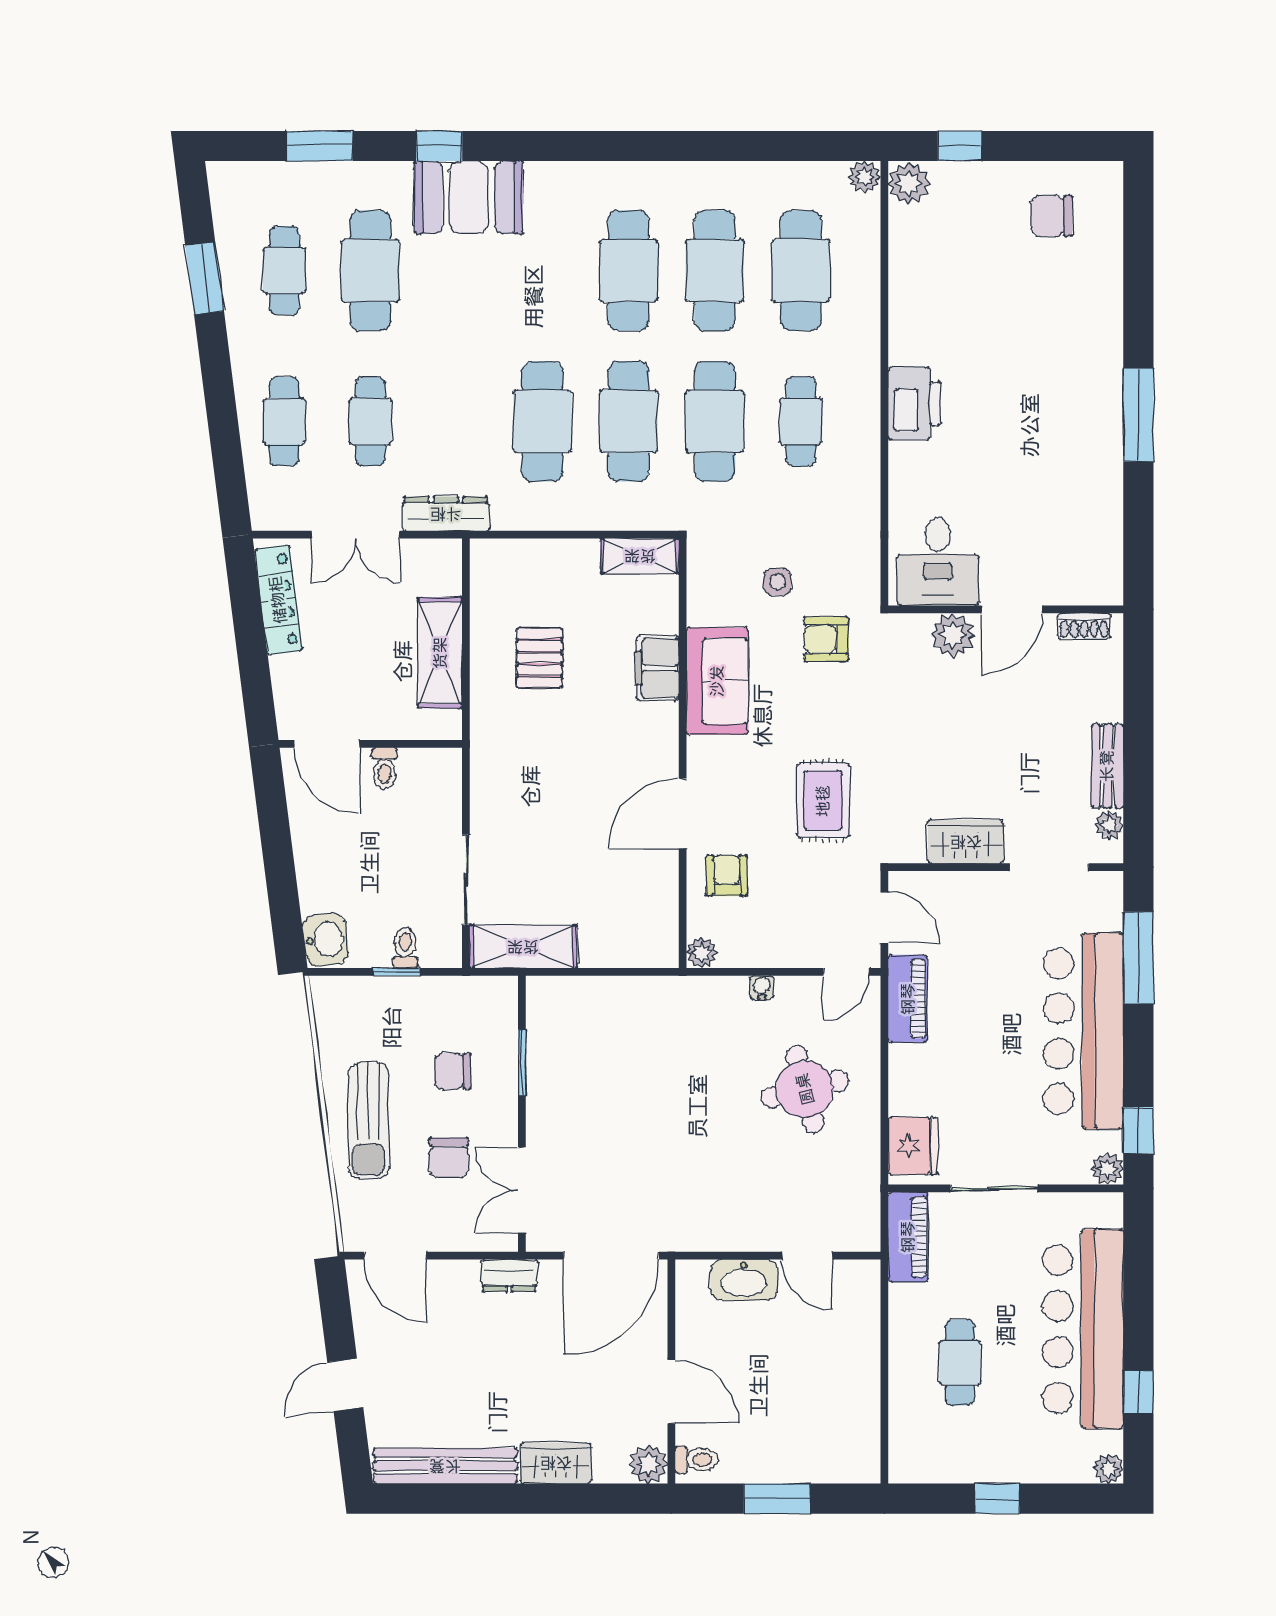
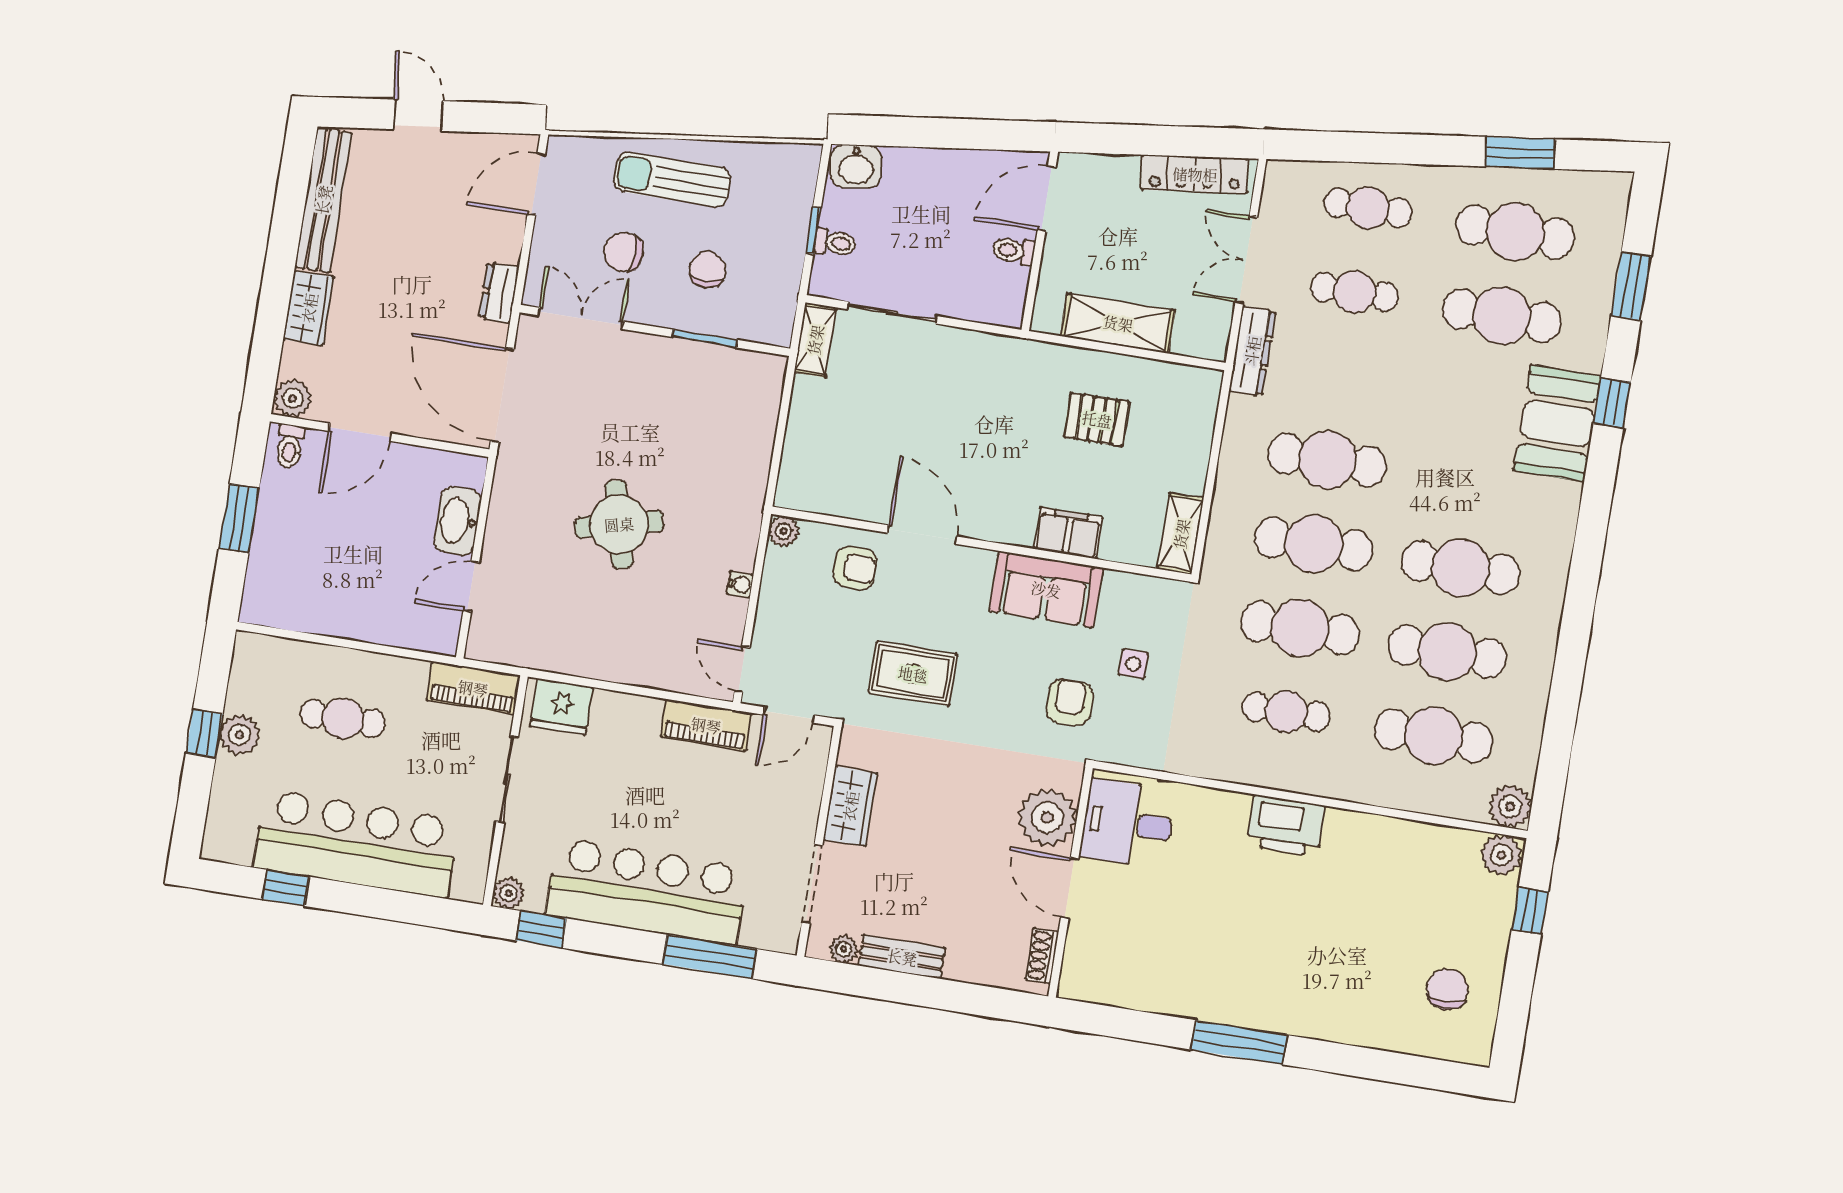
plant: (865, 177) -> (1510, 806), width x1.38, depth x1.38
cafe table: (284, 271) -> (1515, 232), width x1.37, depth x1.35
plant: (953, 635) -> (1047, 817), width x1.36, depth x1.36
shelving: (523, 947) -> (815, 340), width x0.67, depth x0.75
round table: (805, 1089) -> (619, 524), moved
plant: (1109, 1469) -> (239, 735), moved, width x1.38, depth x1.38

